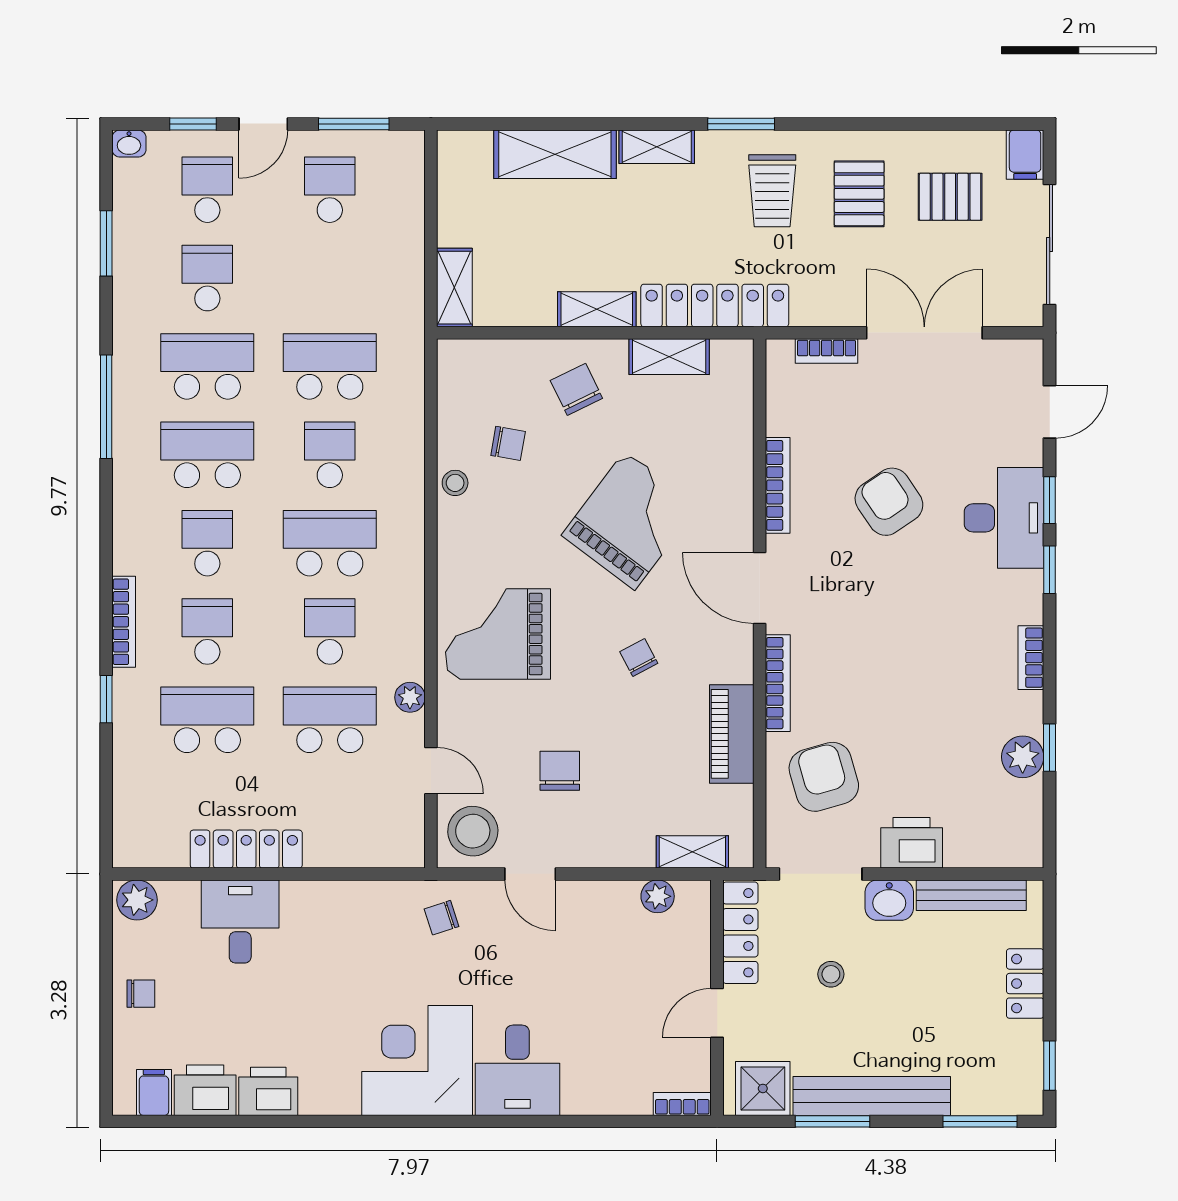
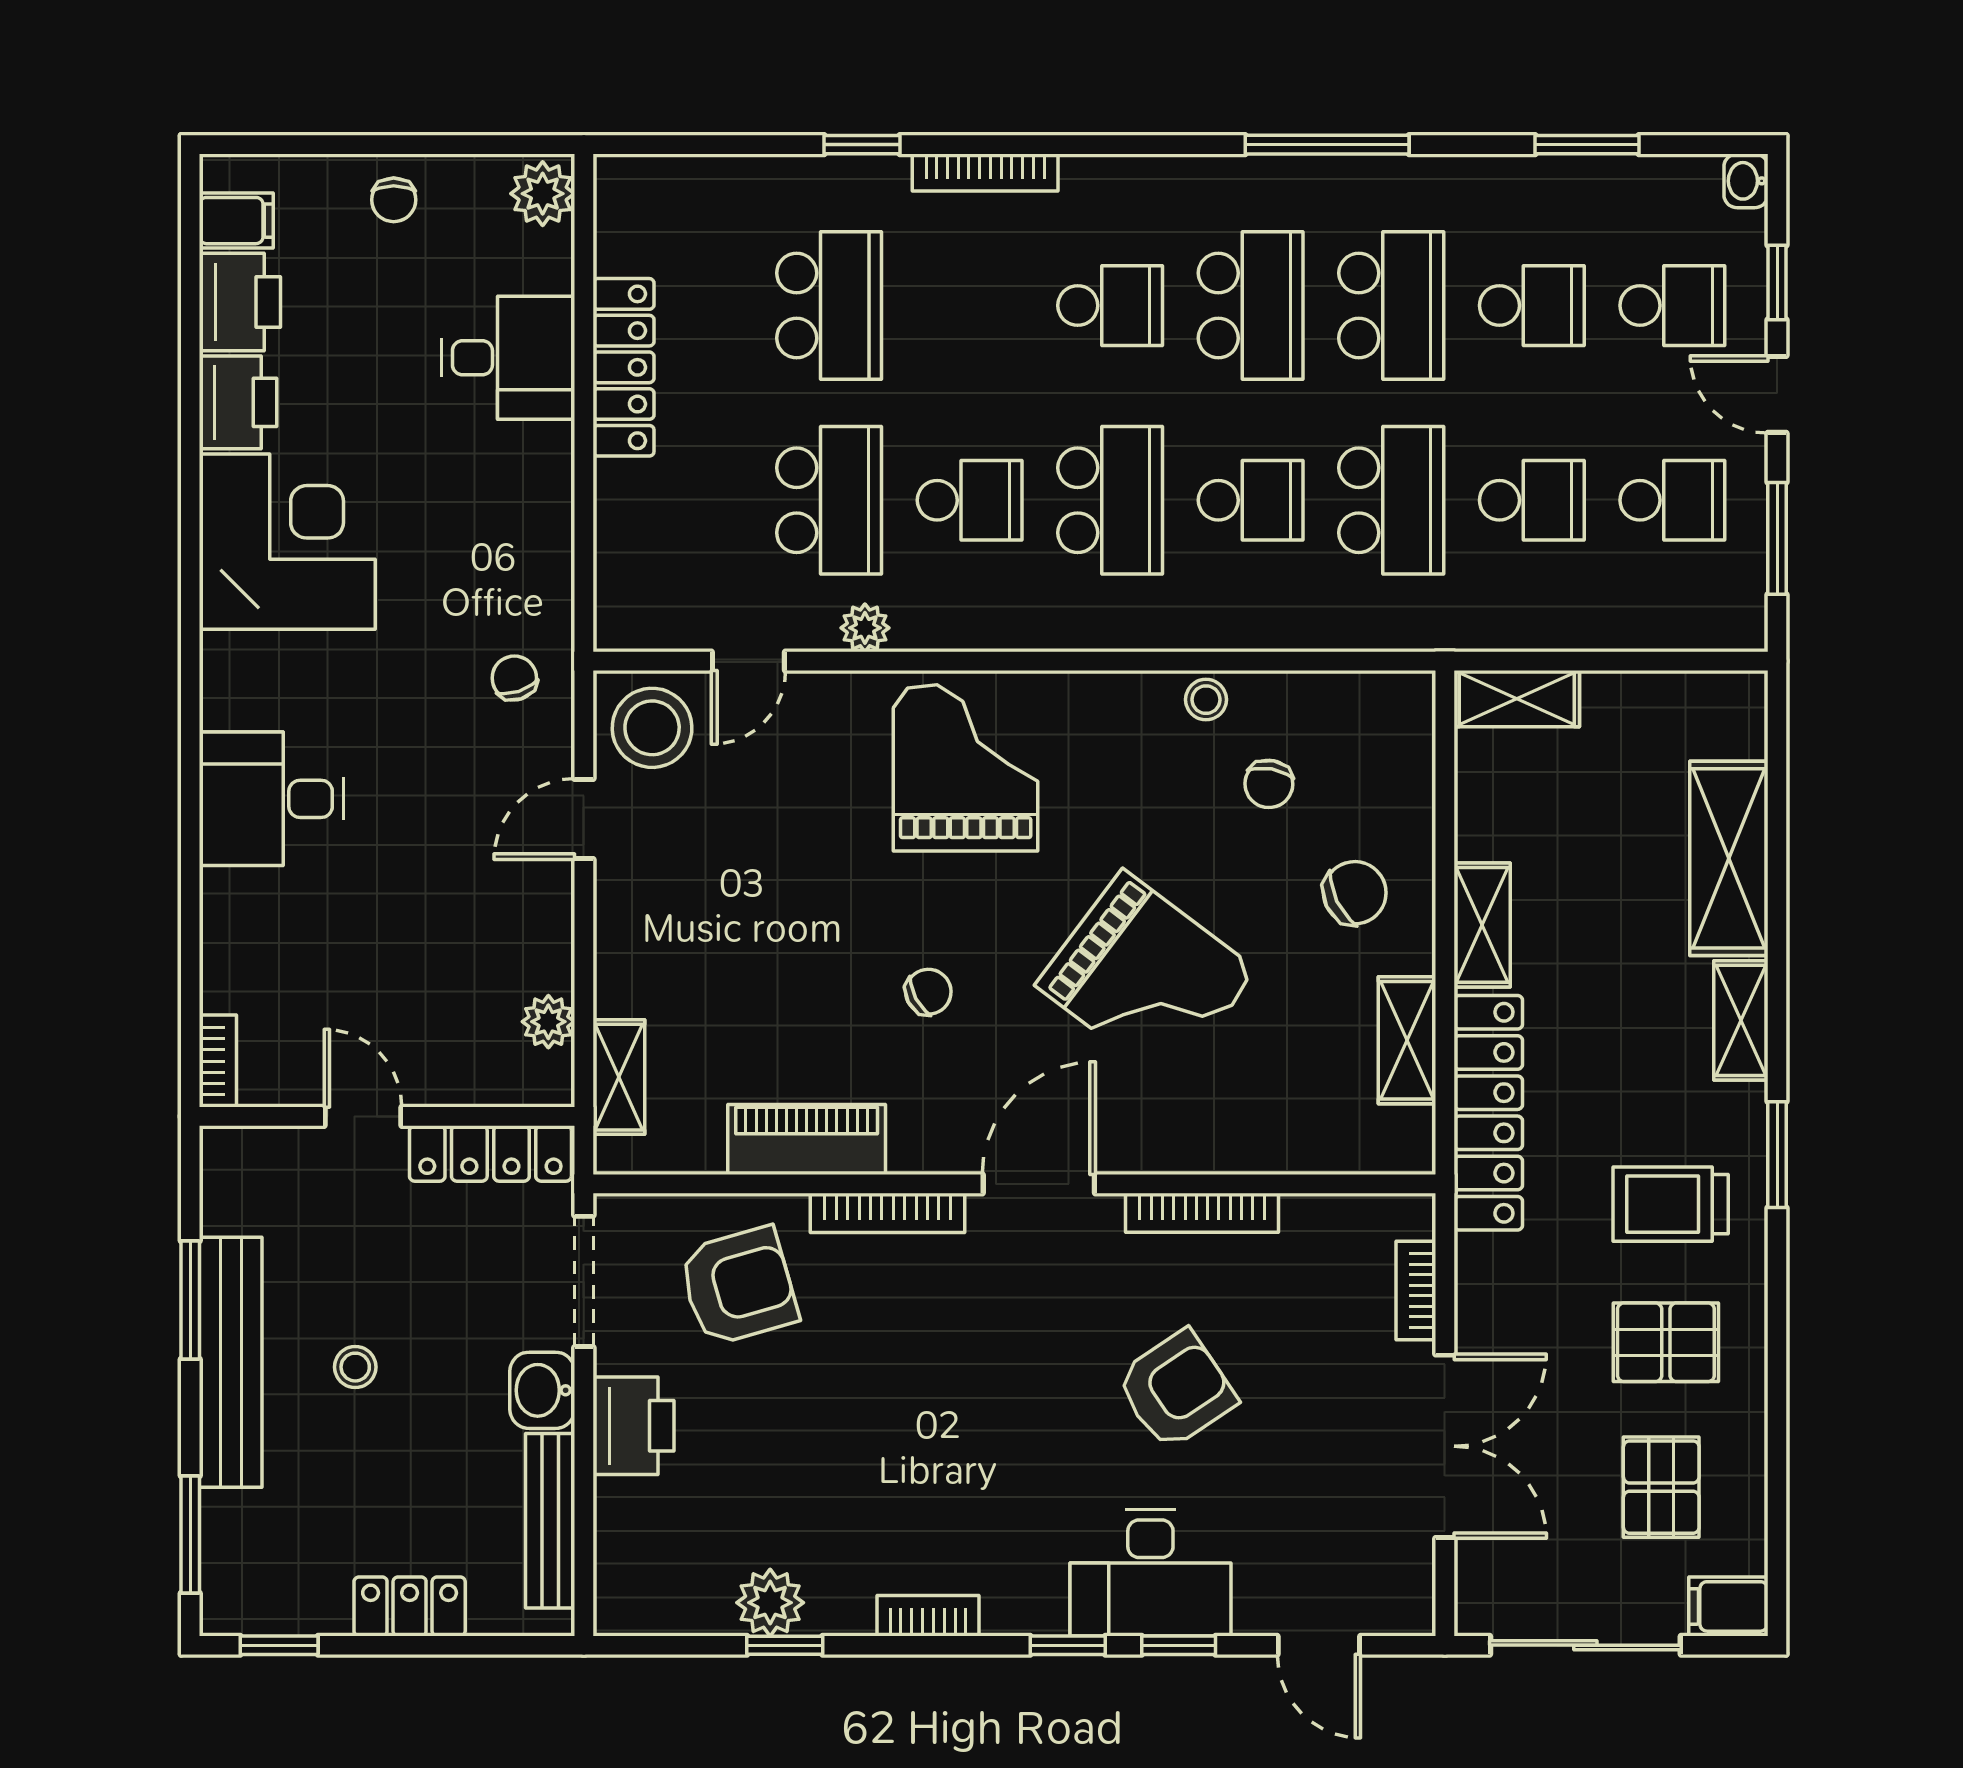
school desk: (207, 632) -> (1532, 500), moved
chair: (560, 771) -> (748, 866), removed
stool: (831, 974) -> (355, 1367), moved
corner desk: (417, 1060) -> (287, 542), moved
shower: (763, 1088) -> (243, 1189), removed

